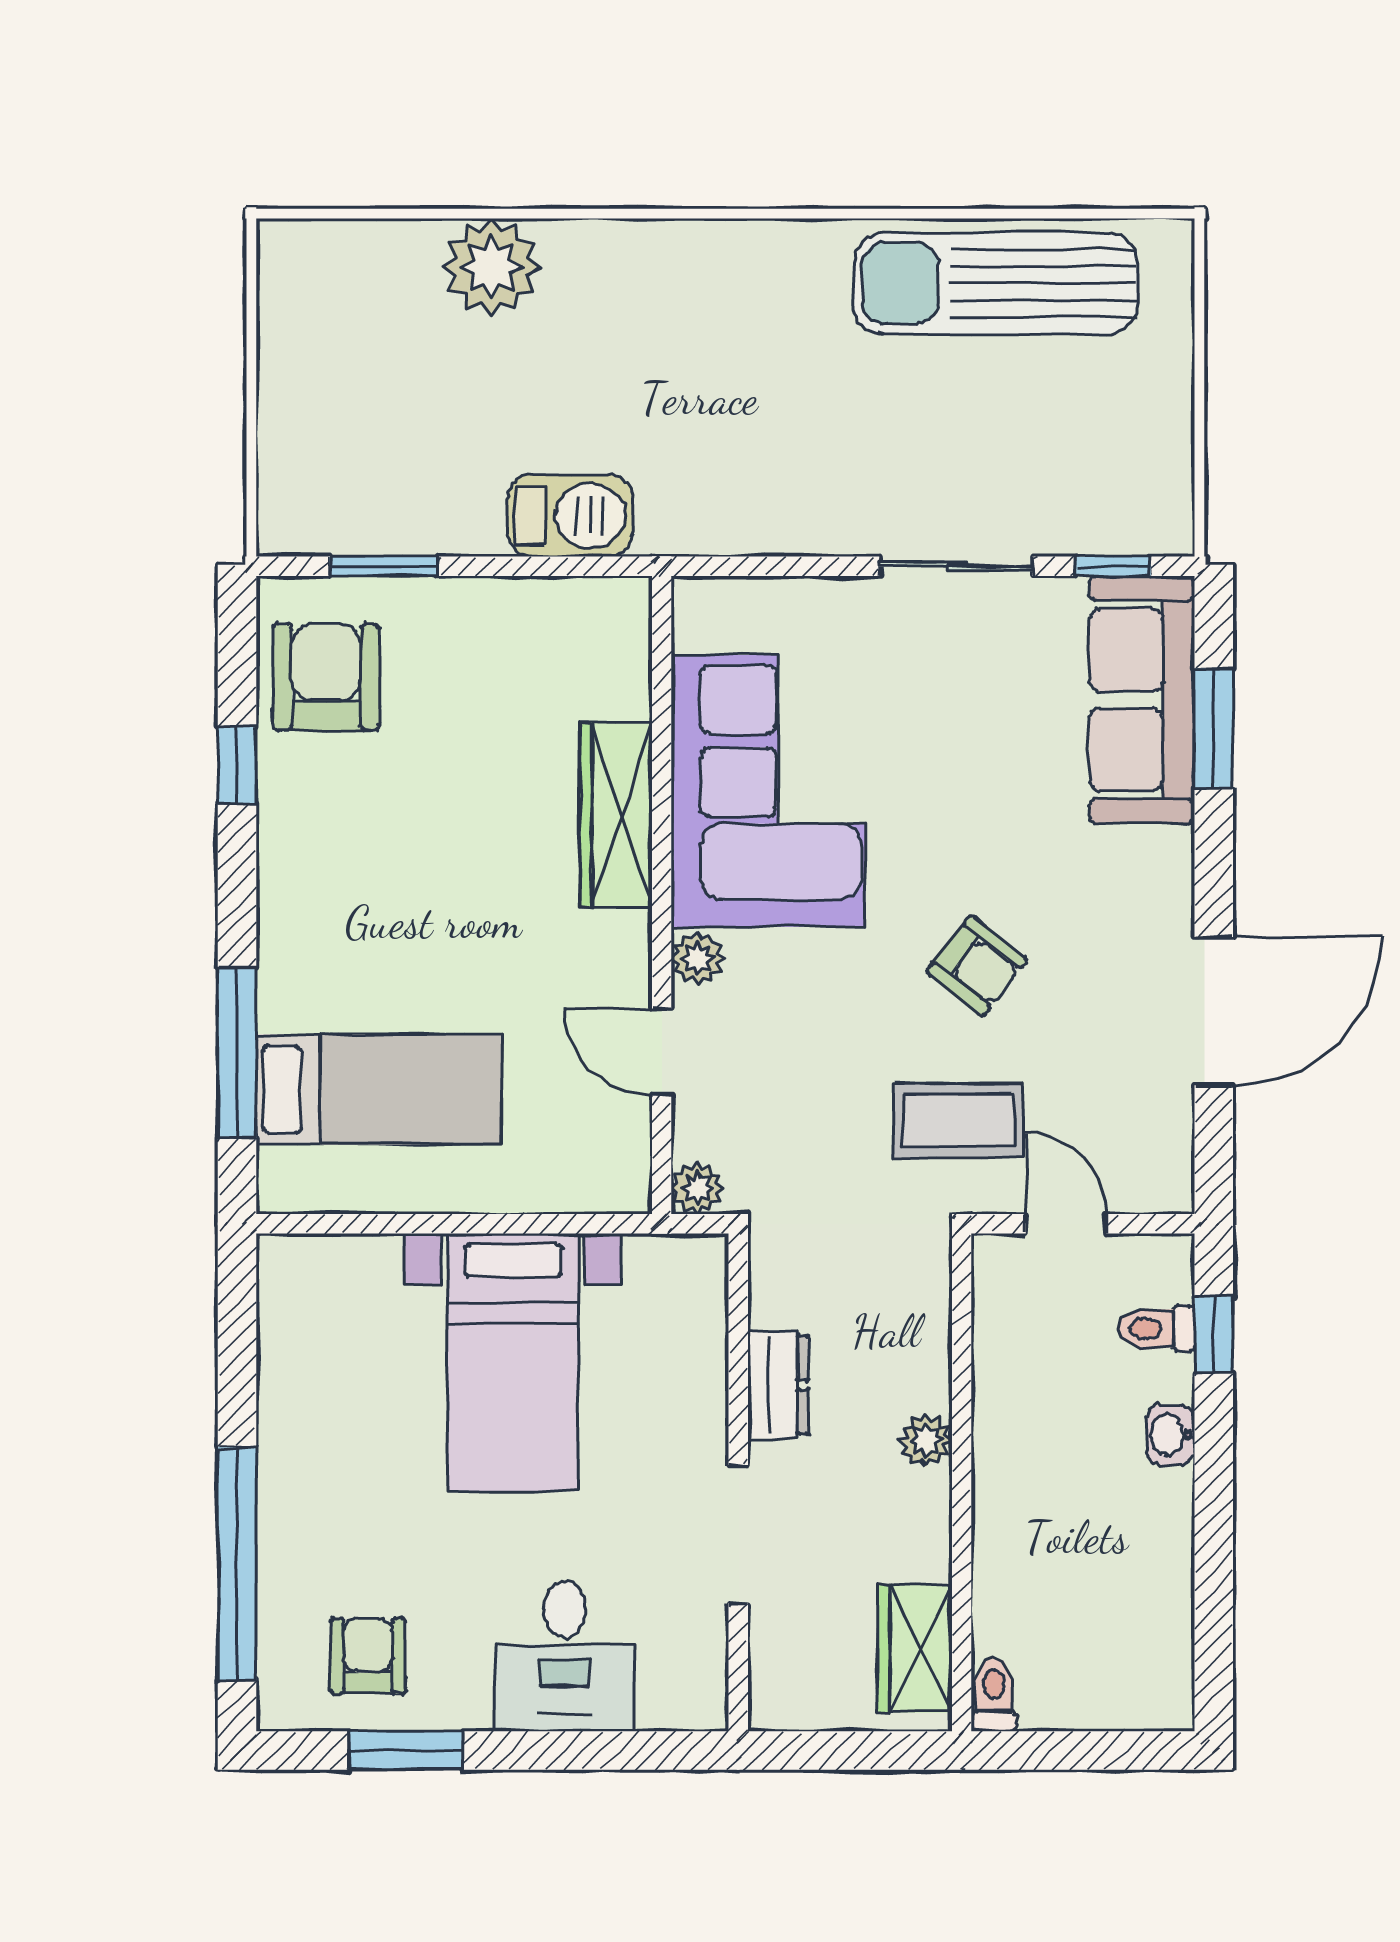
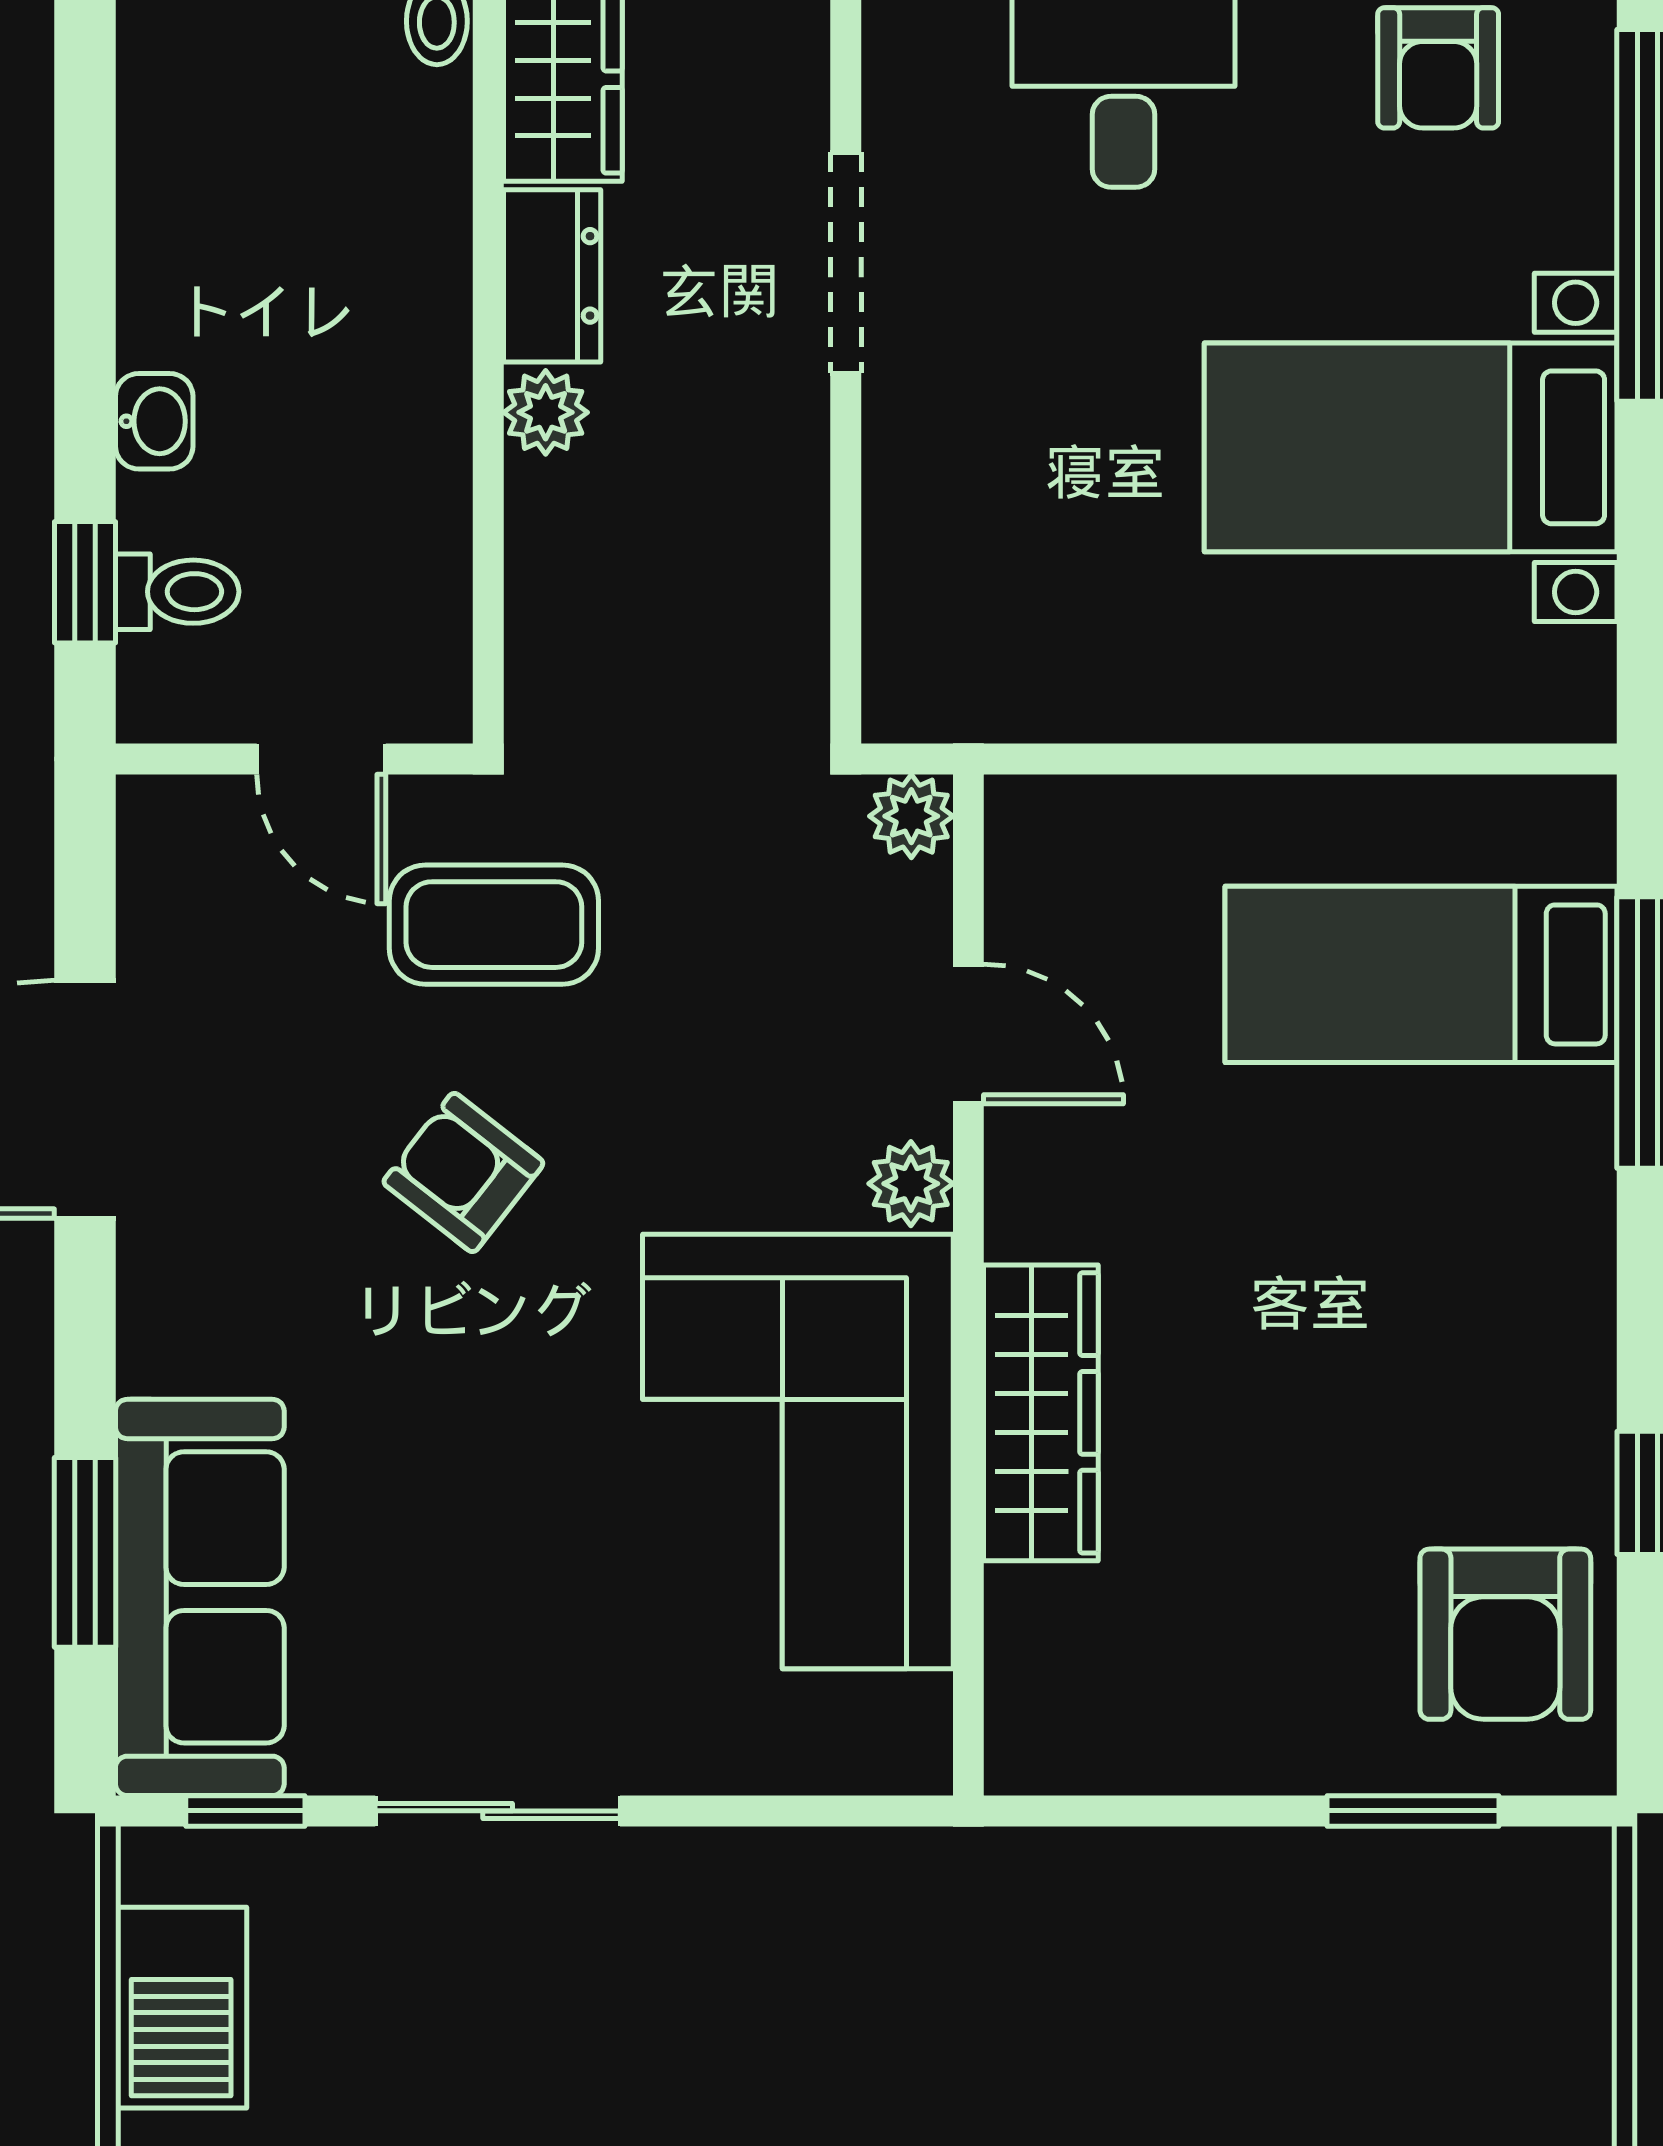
barbecue: (570, 516) -> (181, 2008), moved, turned -90
bed with nightstands: (513, 1362) -> (1411, 447), moved, turned -90
dresser: (778, 1385) -> (552, 276), moved, turned 180

